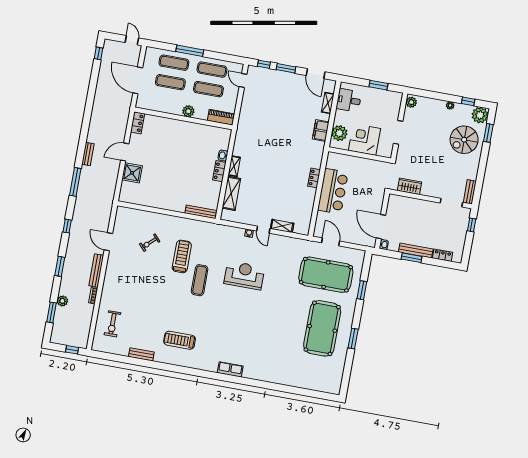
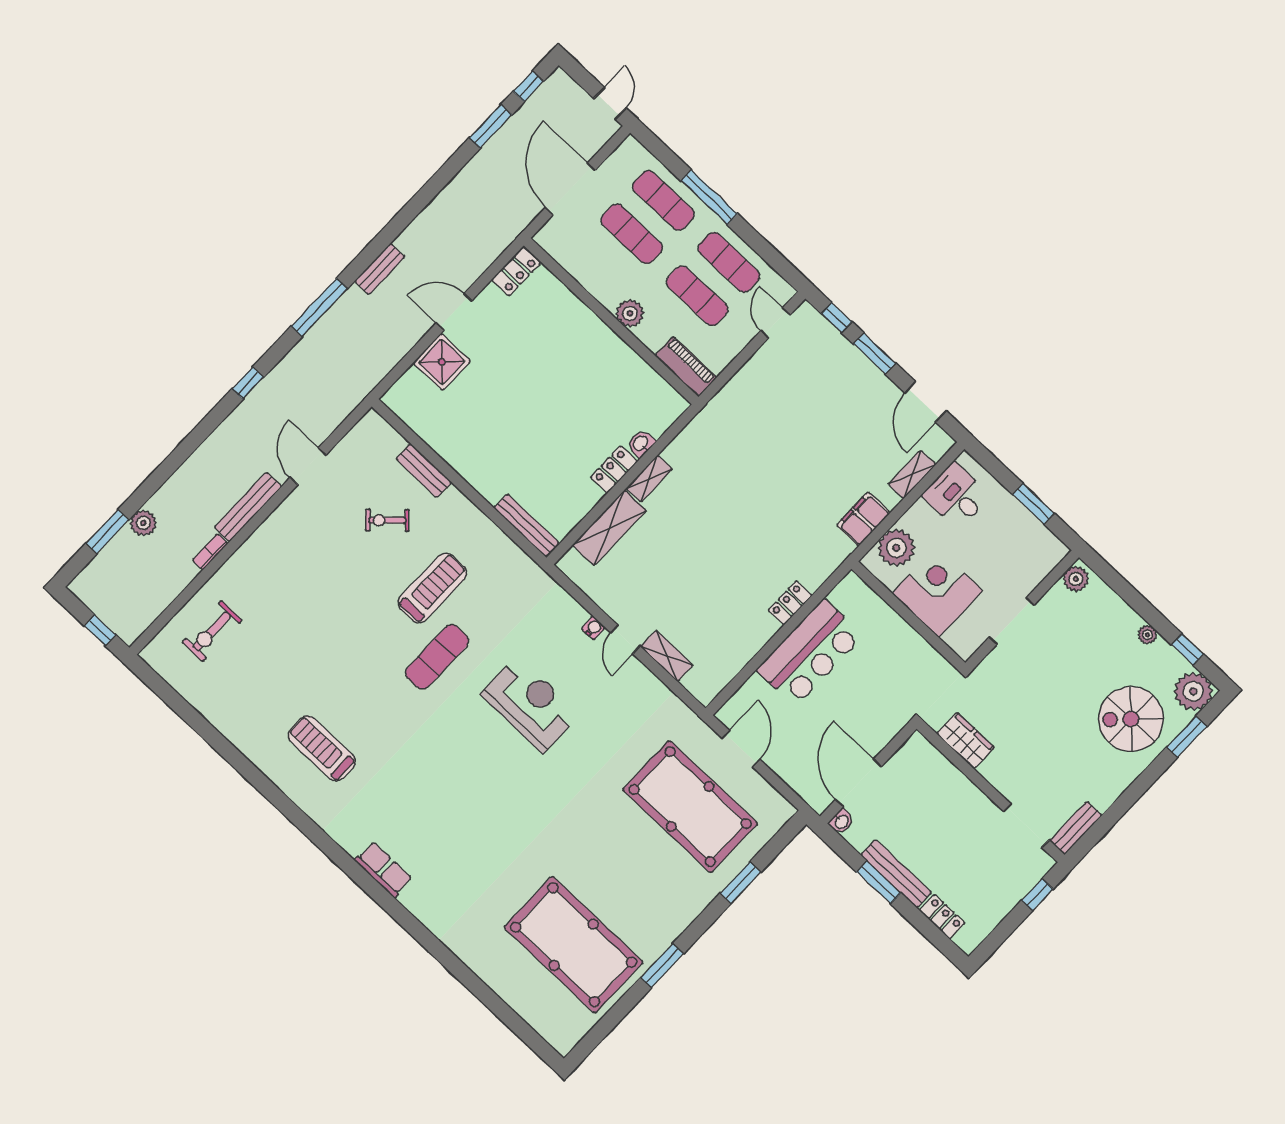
window: (60, 266) -> (490, 126), moved
pool table: (322, 328) -> (574, 945), moved, turned 90
bench: (141, 354) -> (424, 471), moved

